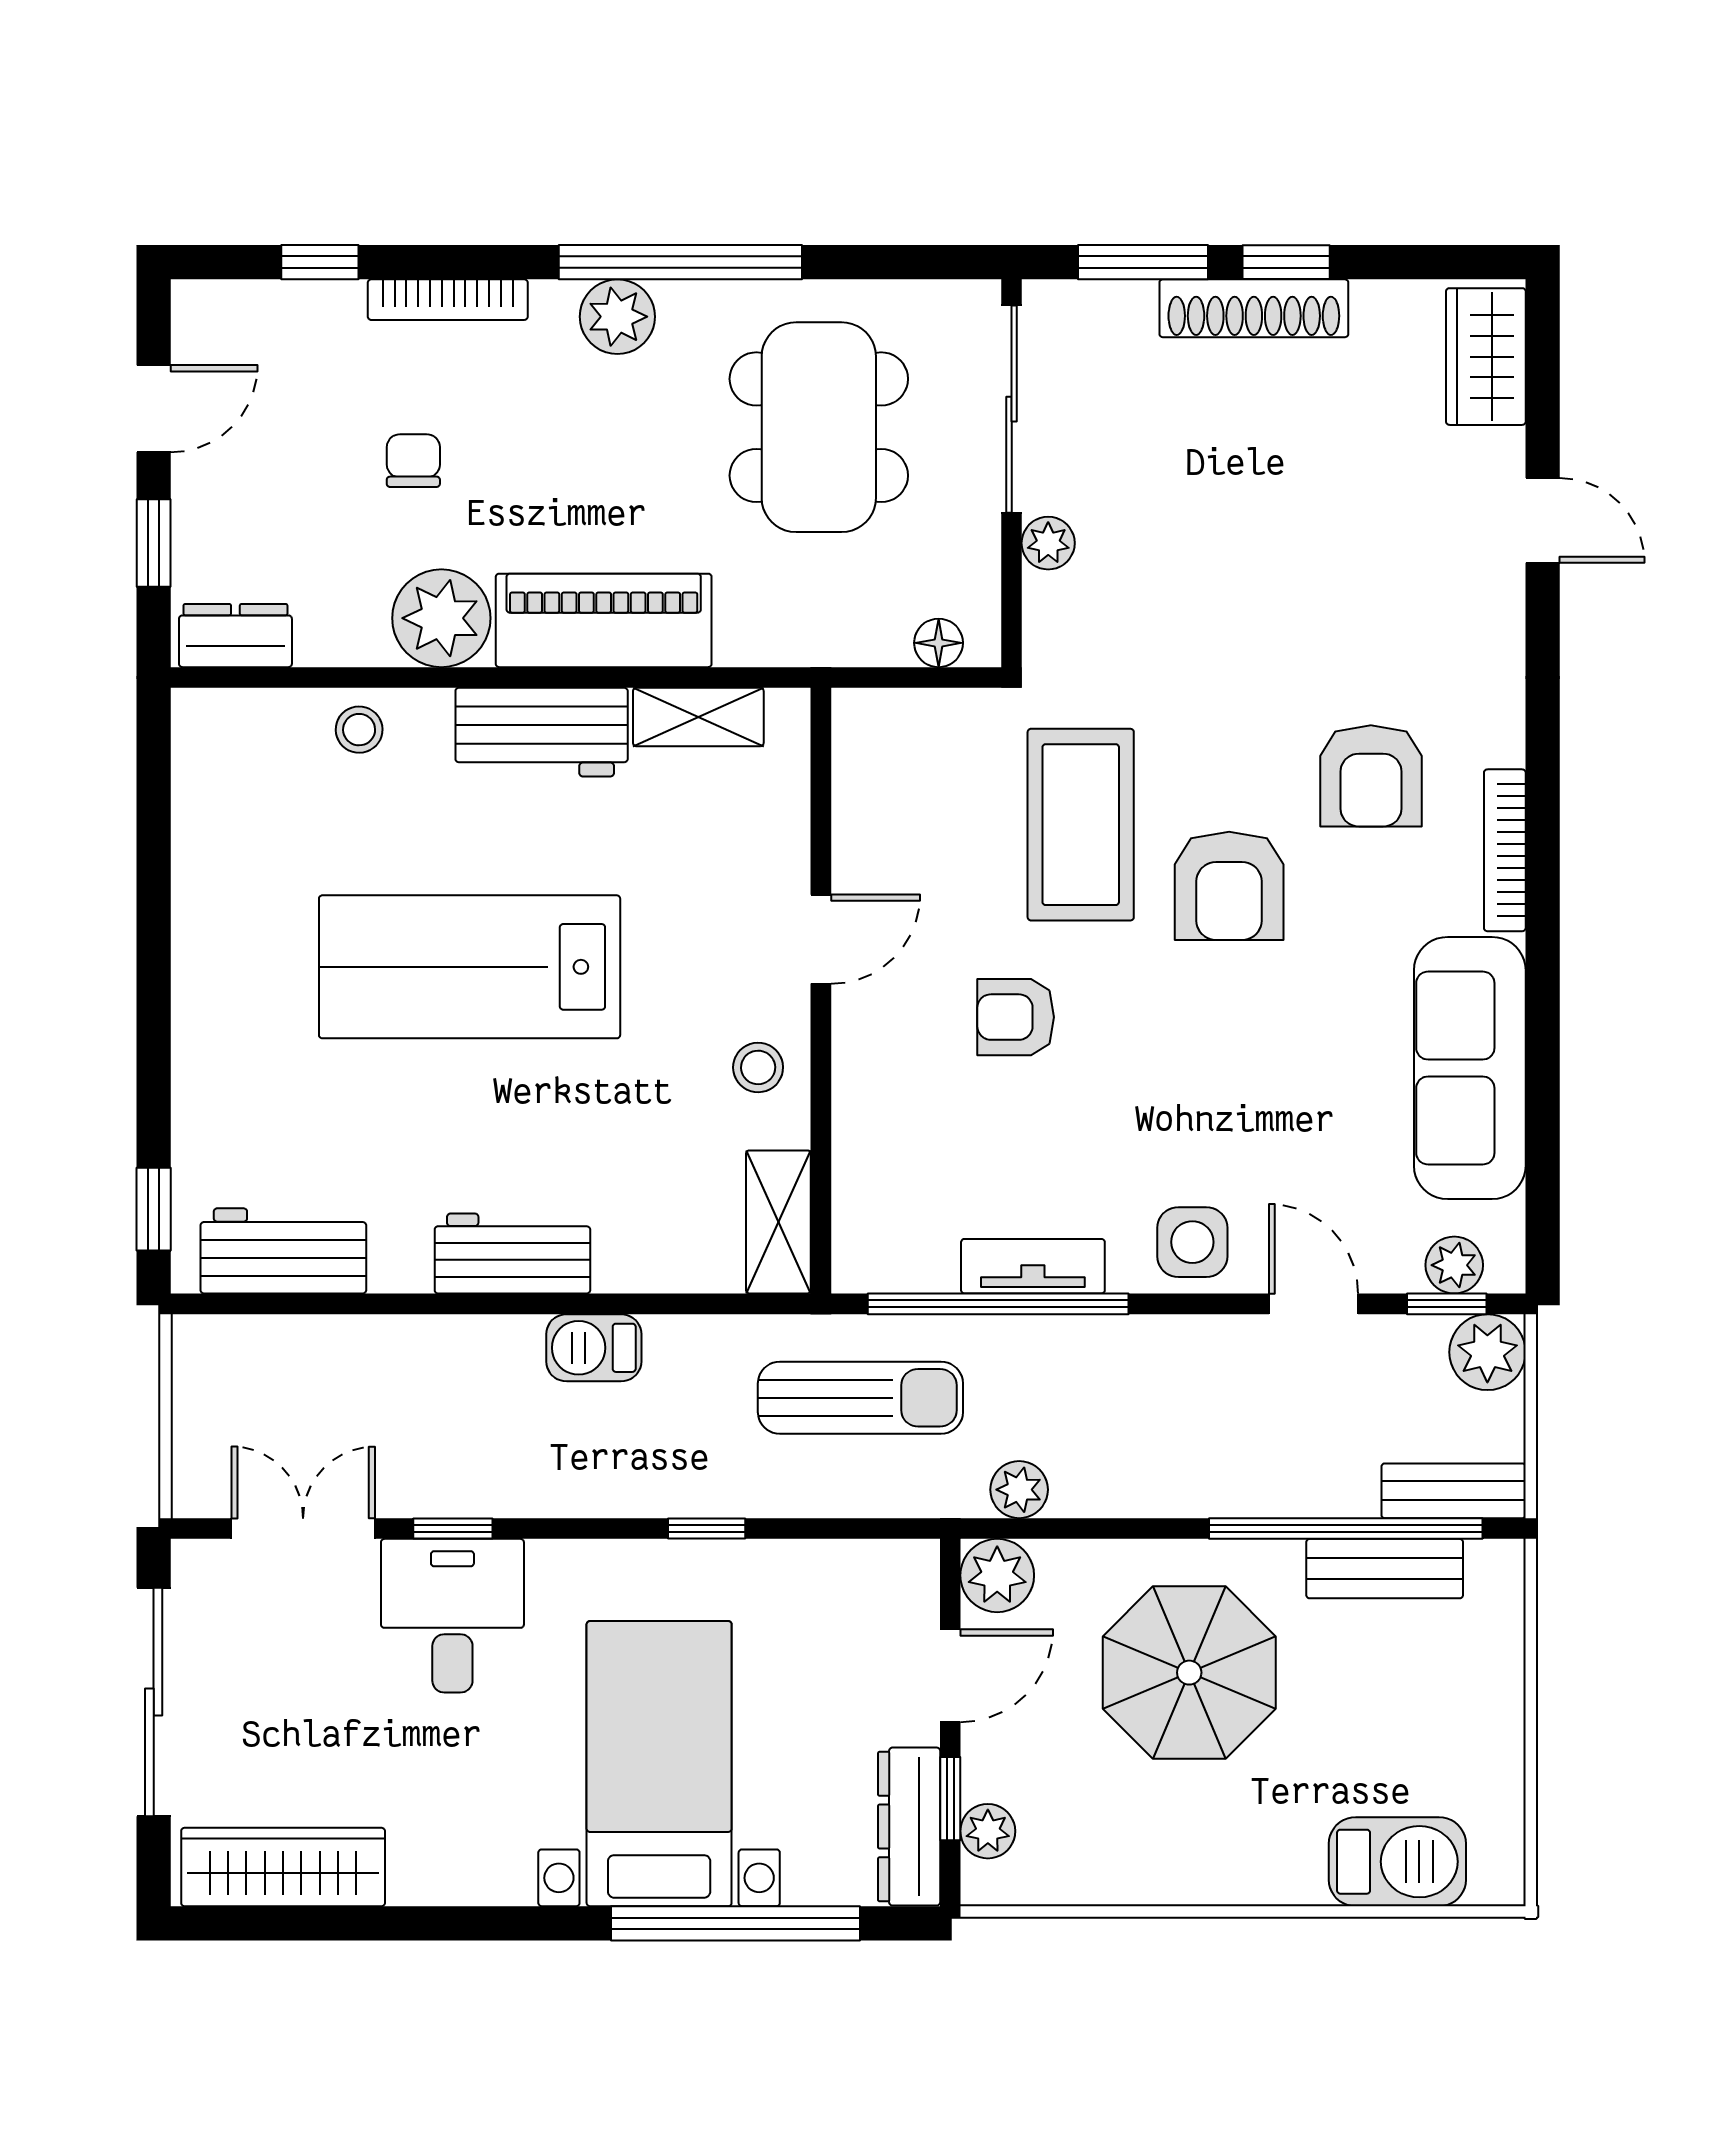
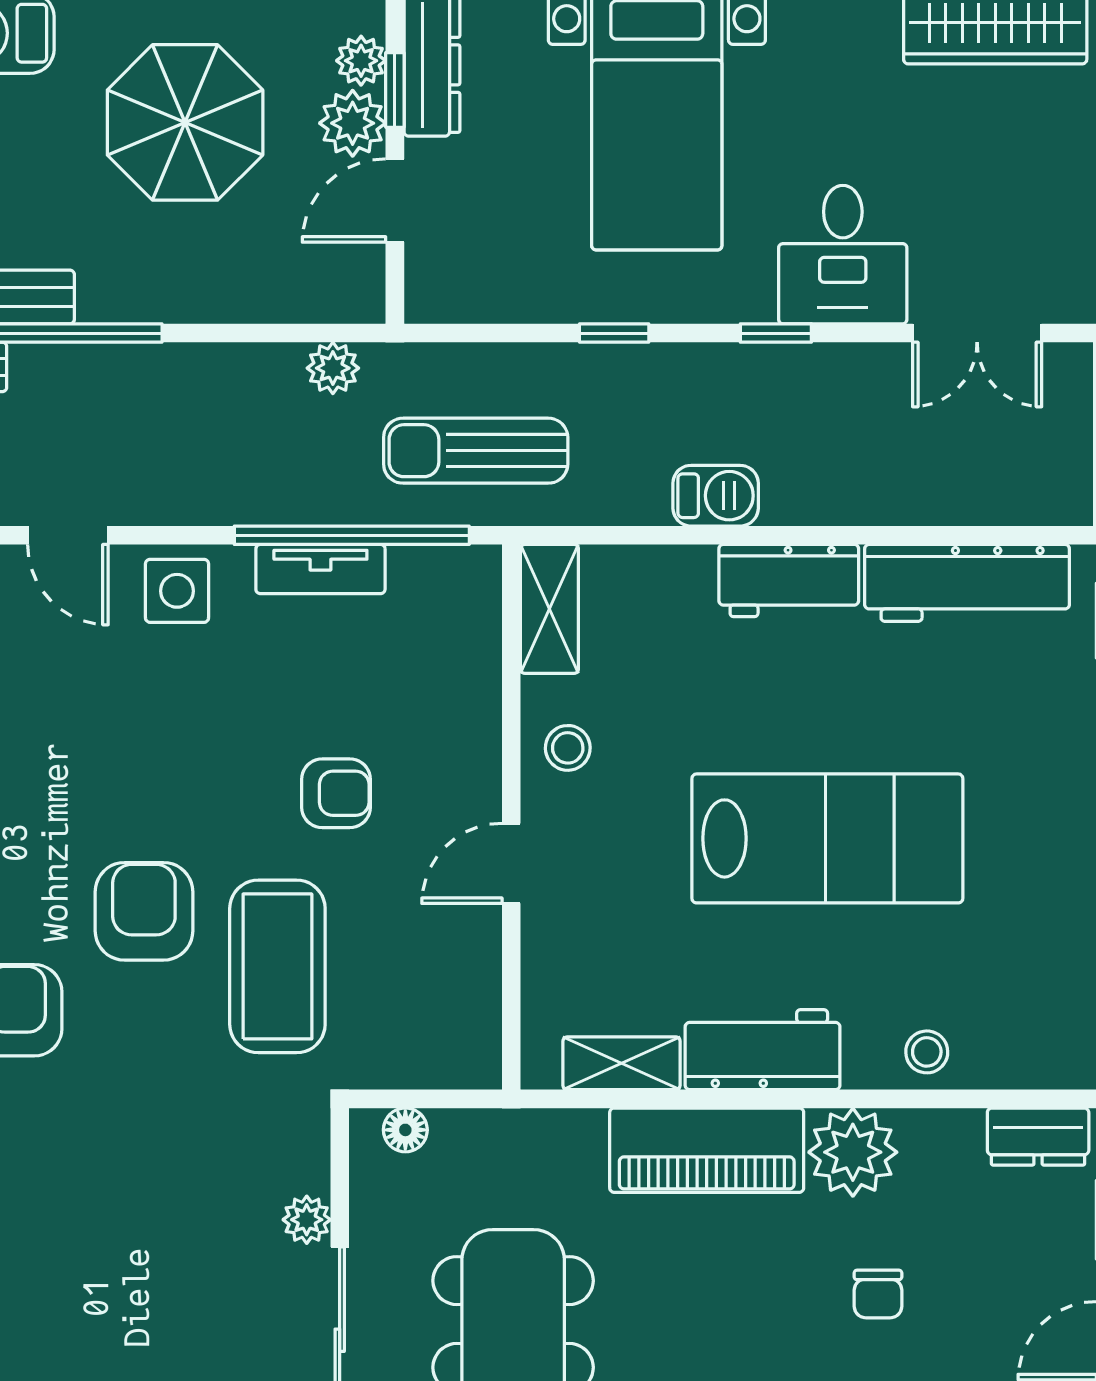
workbench: (283, 1251) -> (967, 583), width x1.38
window: (453, 1529) -> (776, 333), moved
plant: (997, 1575) -> (353, 123), moved
parasol: (1189, 1673) -> (185, 122), moved

